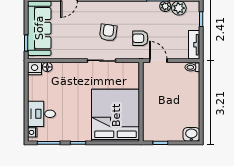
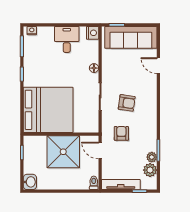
tv unit: (194, 45) -> (121, 185), width x1.41
door: (158, 61) -> (100, 150), swing flipped
floor lamp: (47, 67) -> (94, 68), moved
shower: (160, 99) -> (63, 152), added
desk: (41, 114) -> (67, 39), moved

